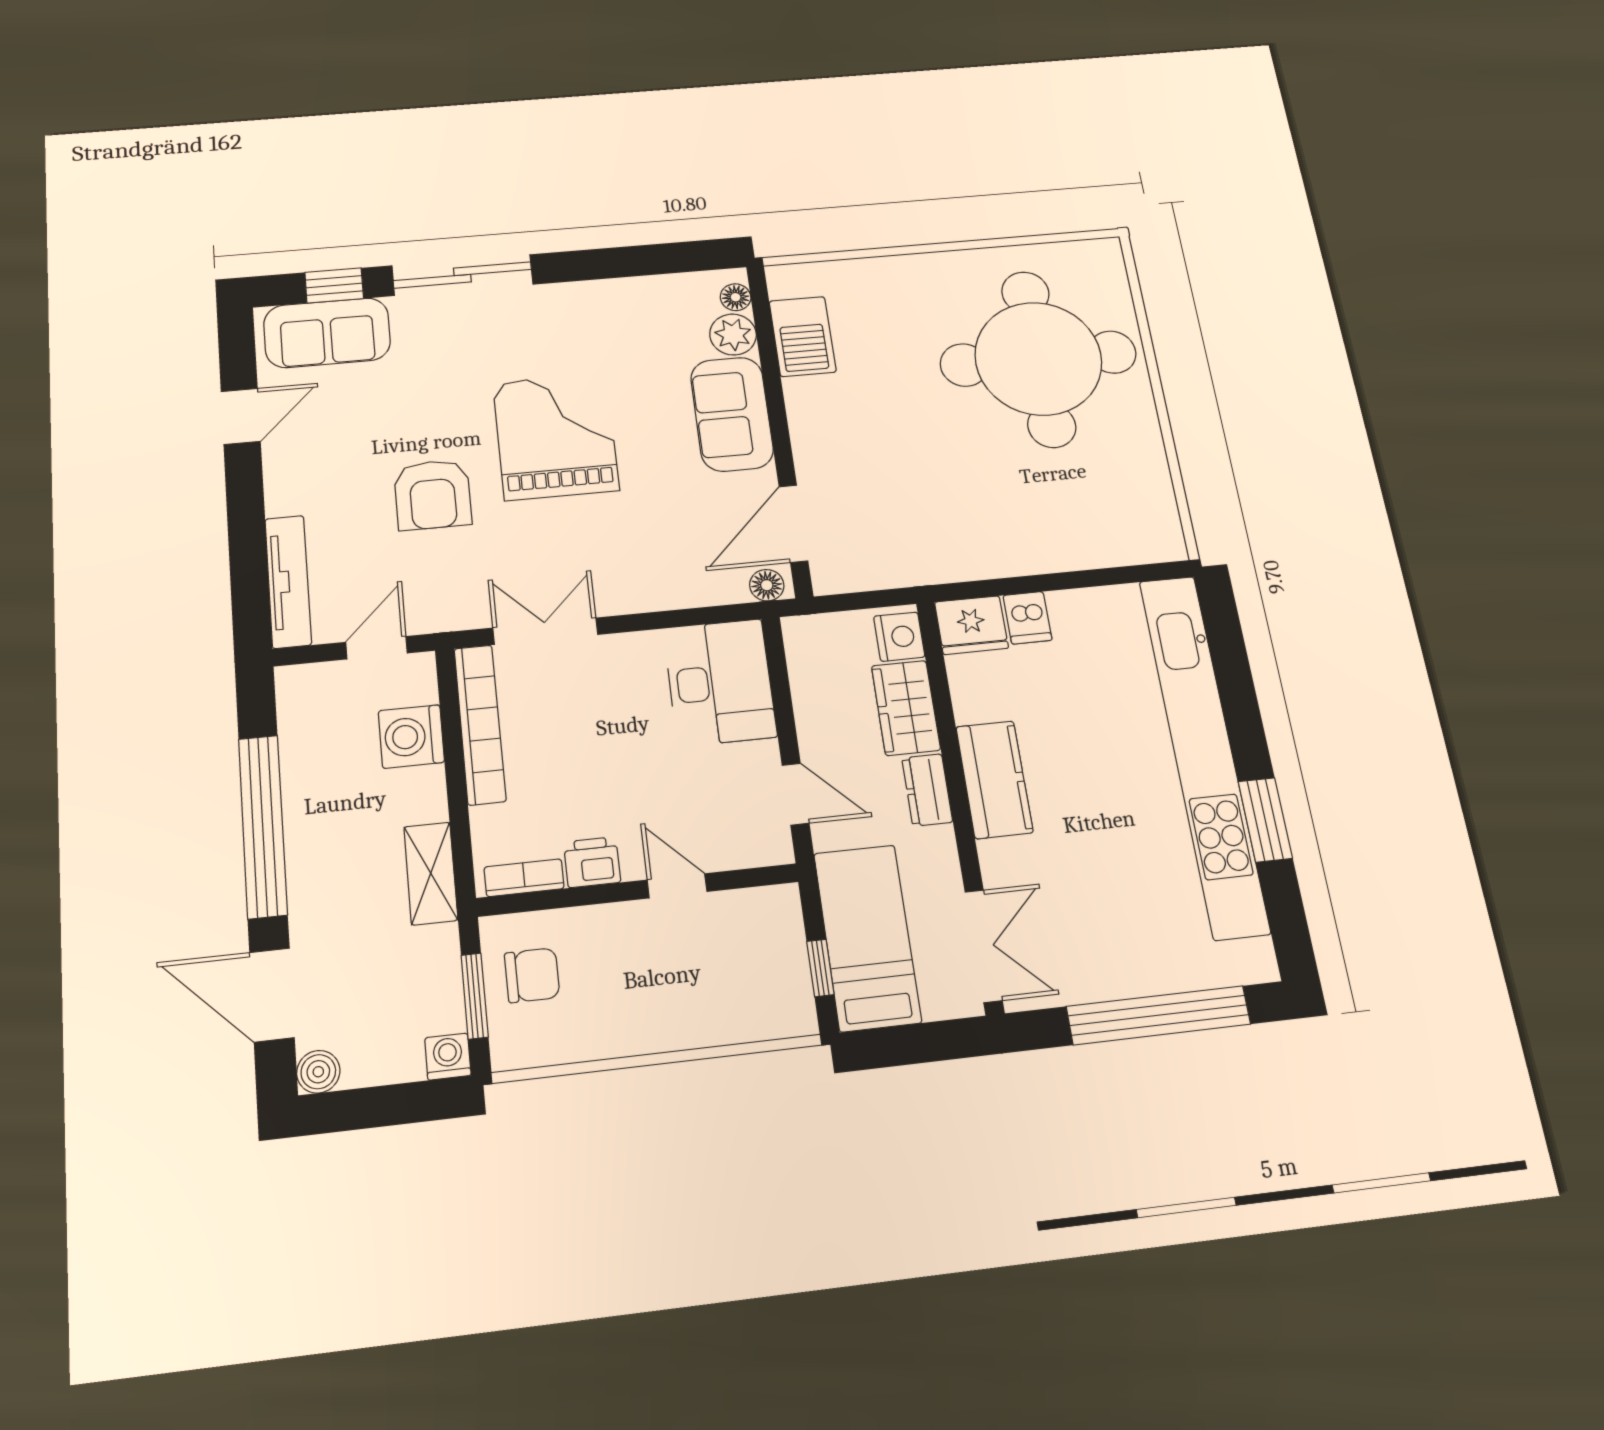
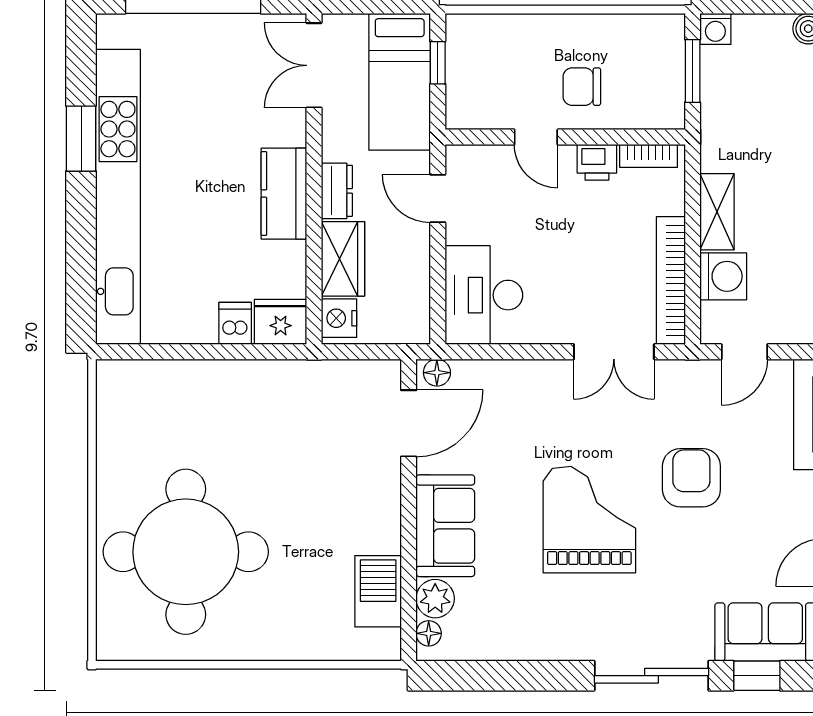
grand piano: (556, 436) -> (589, 520), turned 180
shelving: (431, 873) -> (717, 212), moved
chair: (532, 975) -> (582, 87), moved

